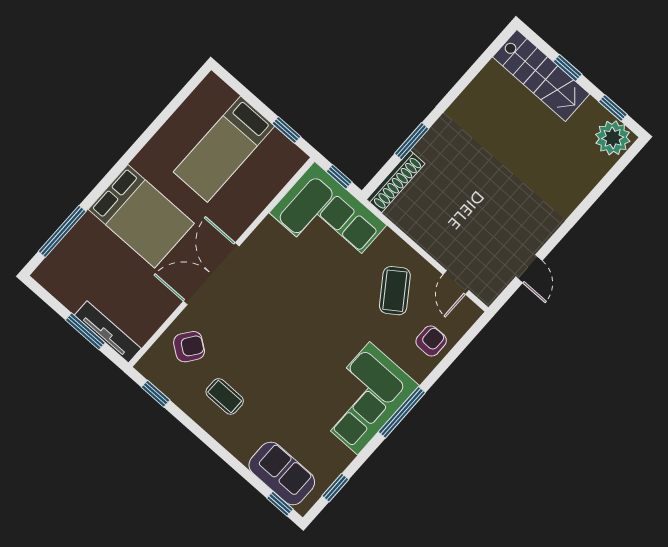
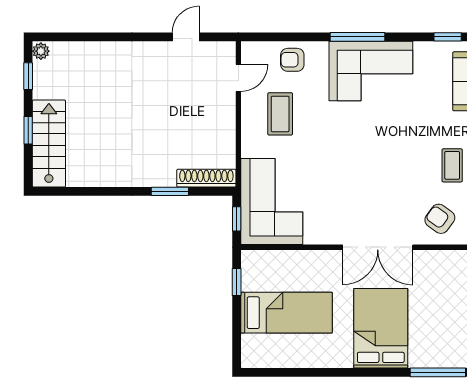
plant: (613, 138) -> (41, 51), width x0.53, depth x0.53
coffee table: (395, 291) -> (280, 114), turned -55

